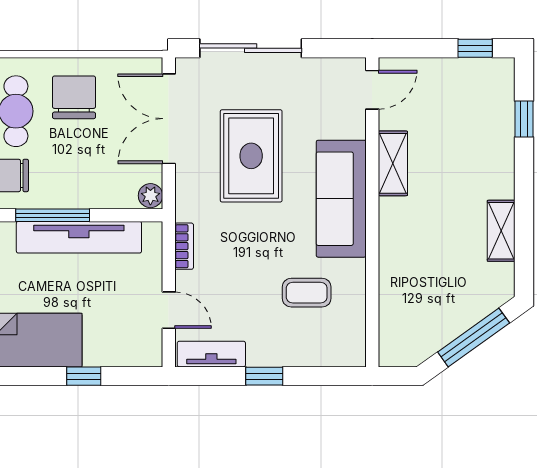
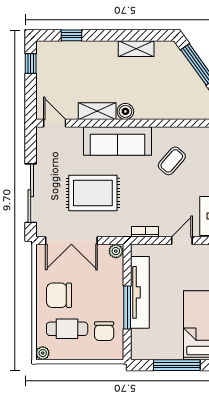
boiler: (392, 212) -> (125, 111), added
coffee table: (307, 293) -> (172, 161), turned 41

